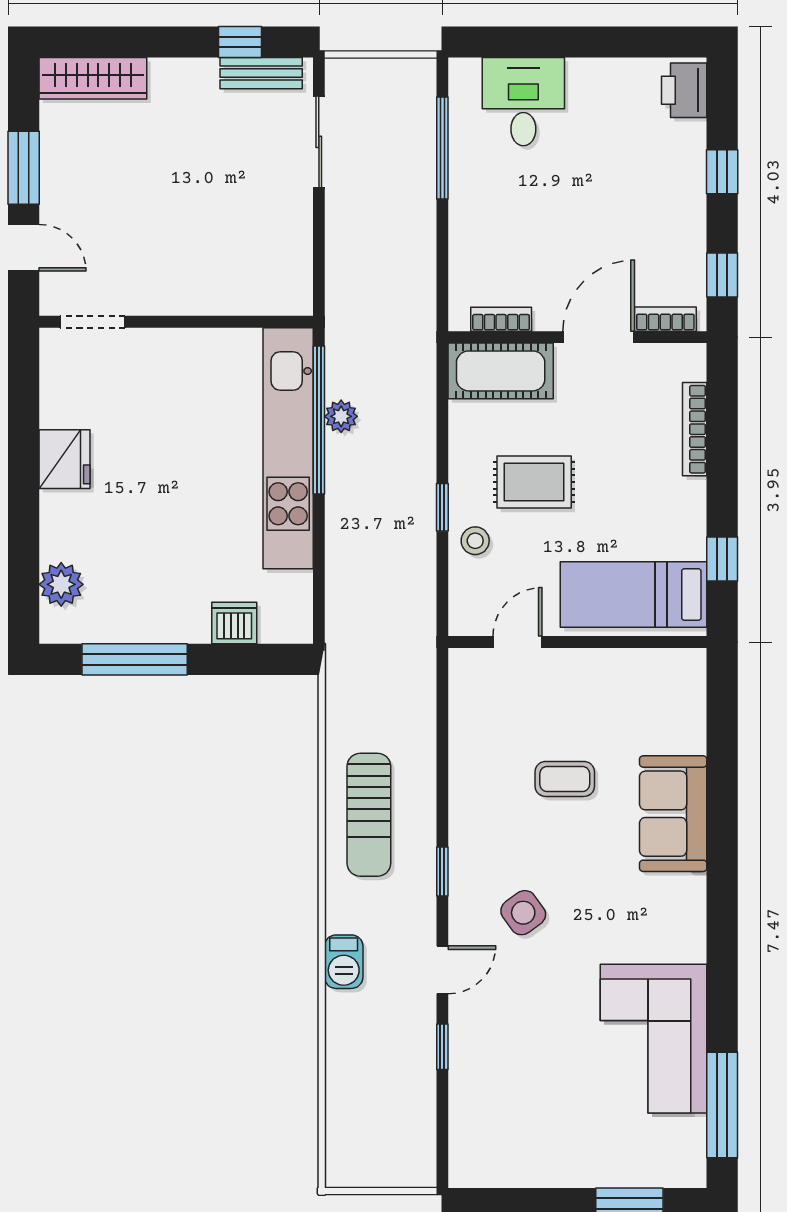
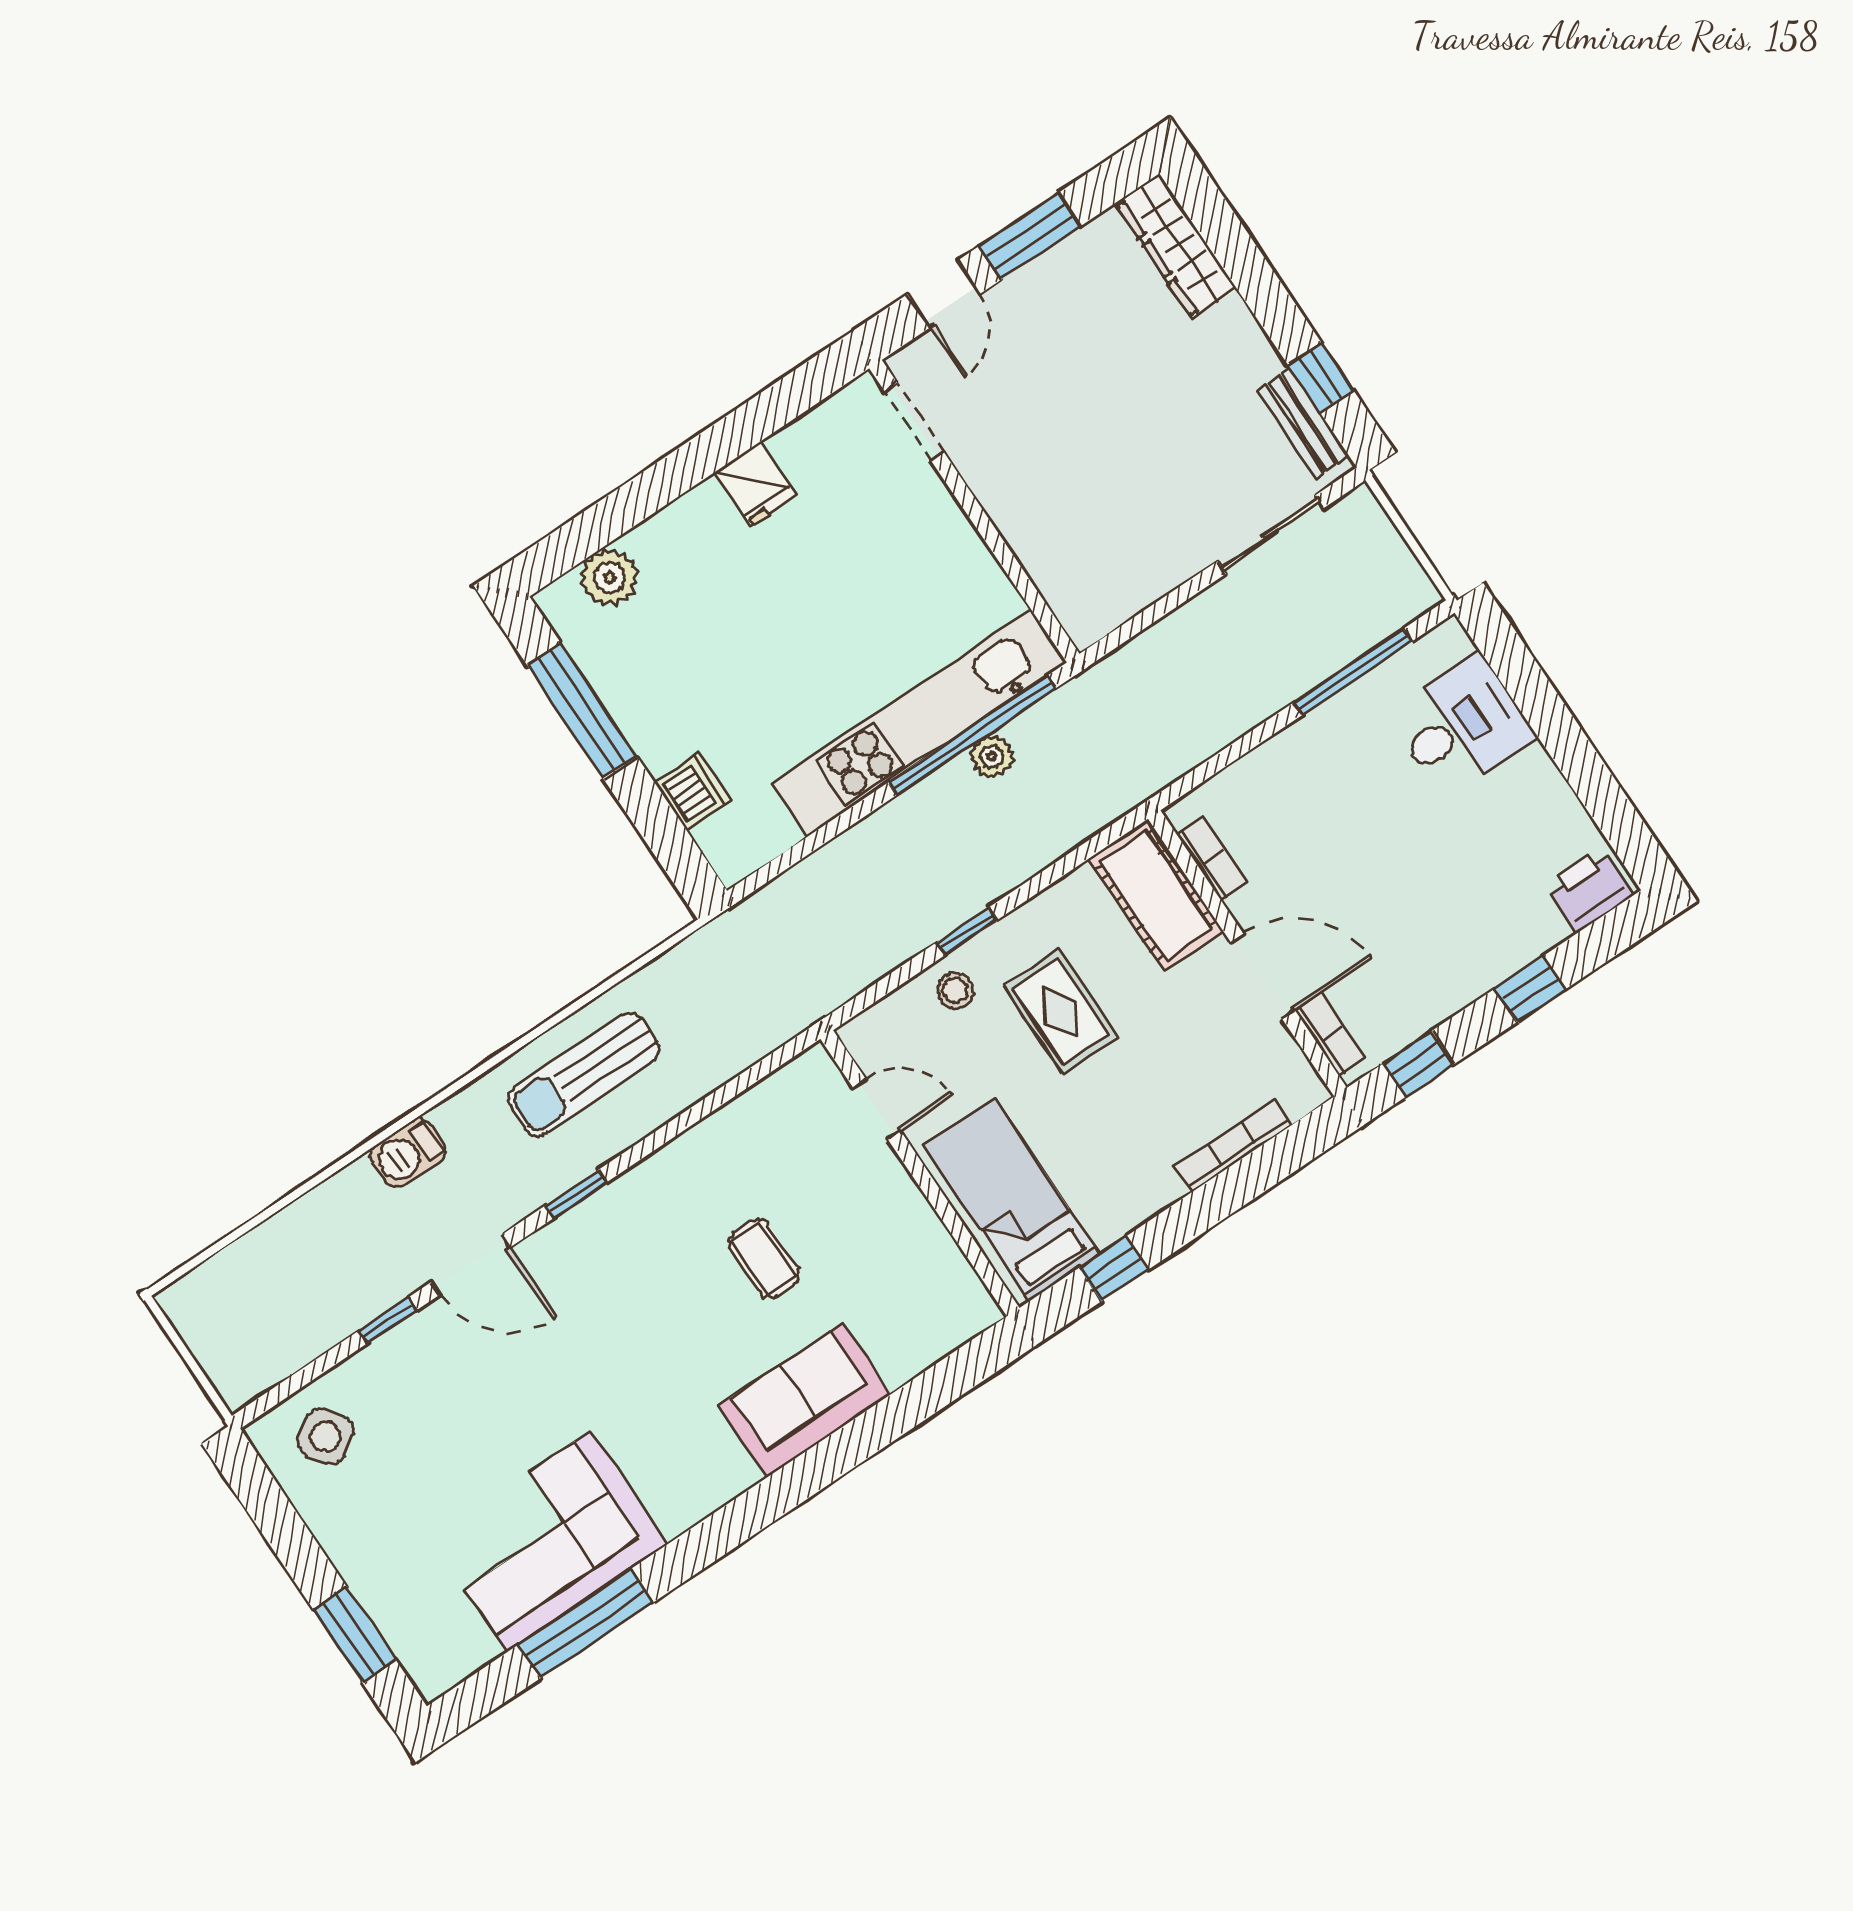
fridge: (64, 459) -> (755, 484), width x0.72
side table: (523, 913) -> (326, 1437), moved
door: (442, 970) -> (470, 1265), width x1.37
window: (722, 1105) -> (586, 1624), moved

